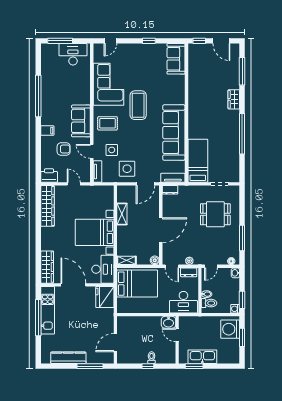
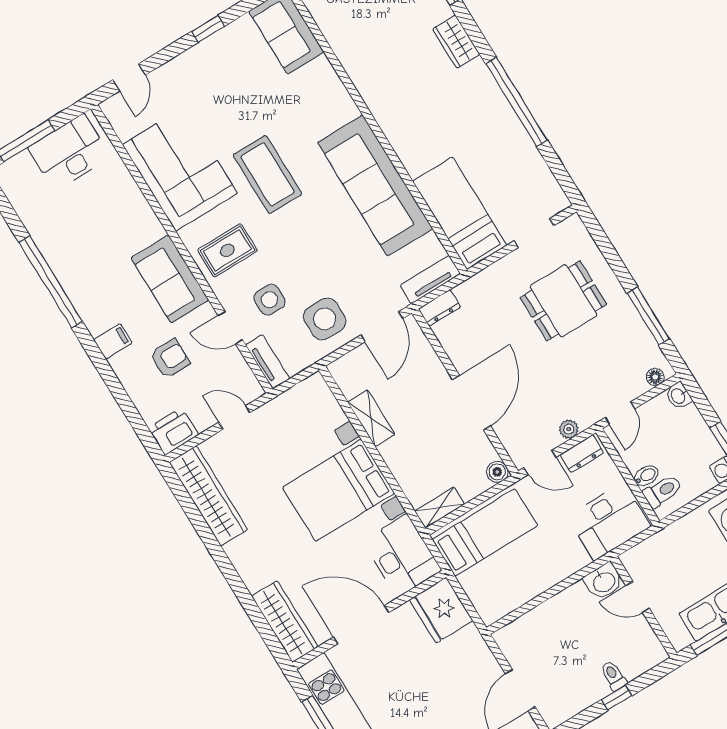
bed: (137, 284) -> (485, 532), width x0.67

